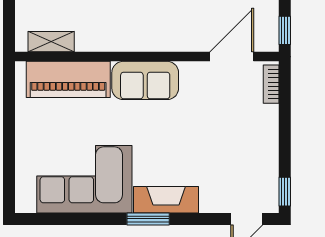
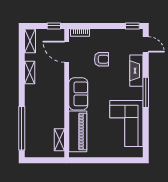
armchair: (216, 128) -> (101, 59), added
fireplace: (166, 200) -> (136, 71), moved
window: (148, 219) -> (146, 92), width x1.44

